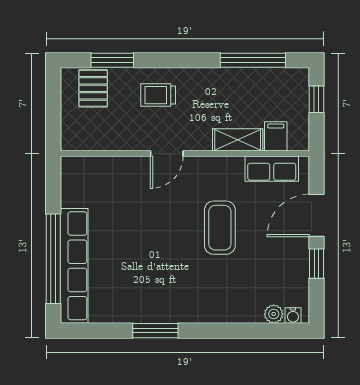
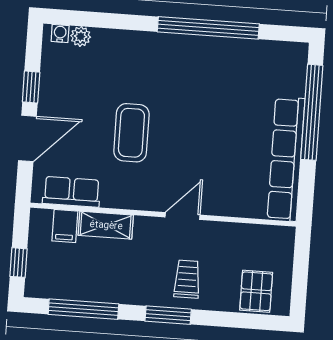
window: (112, 60) -> (168, 315), moved
trolley: (158, 95) -> (187, 279), turned -90
row of seats: (74, 266) -> (286, 159), moved
window: (155, 331) -> (208, 28), width x2.11

